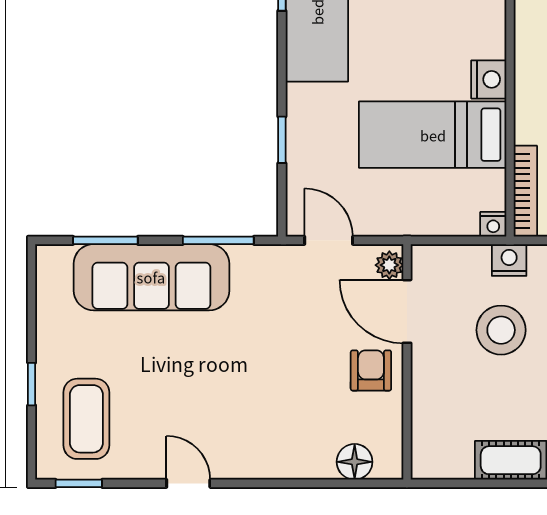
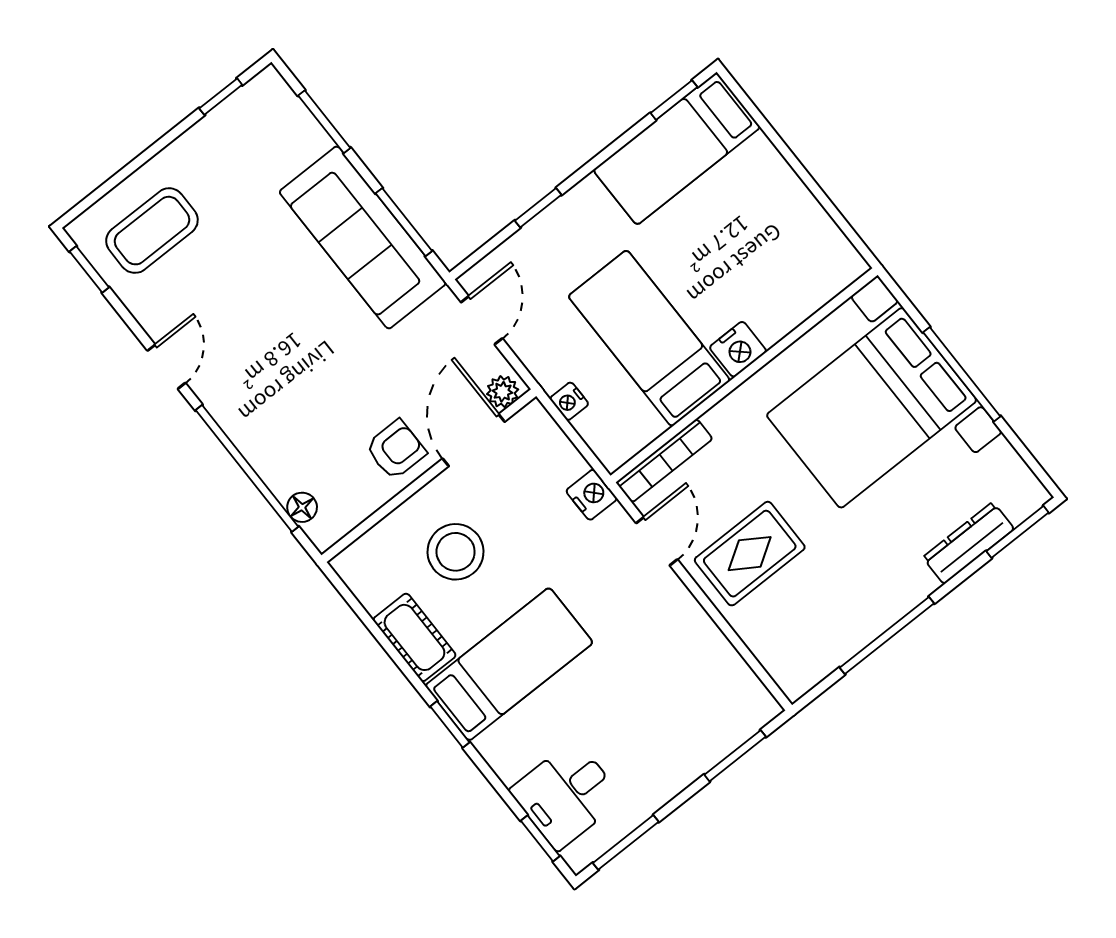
nightstand: (493, 224) -> (569, 401), moved
sofa: (151, 277) -> (363, 237), moved
stool: (501, 330) -> (456, 552), moved
window: (32, 384) -> (221, 97), moved
floor lamp: (355, 462) -> (302, 507), width x0.73, depth x0.73
window: (302, 483) -> (247, 468), added

